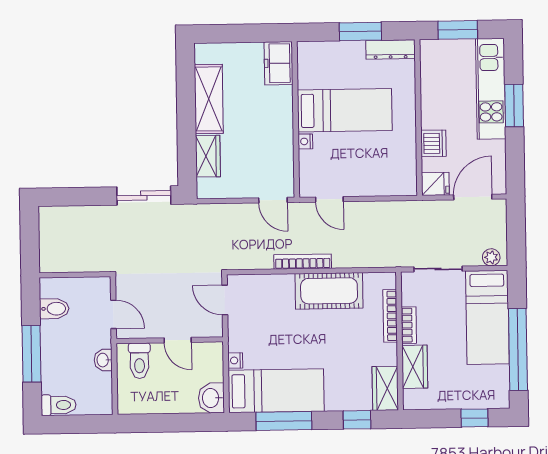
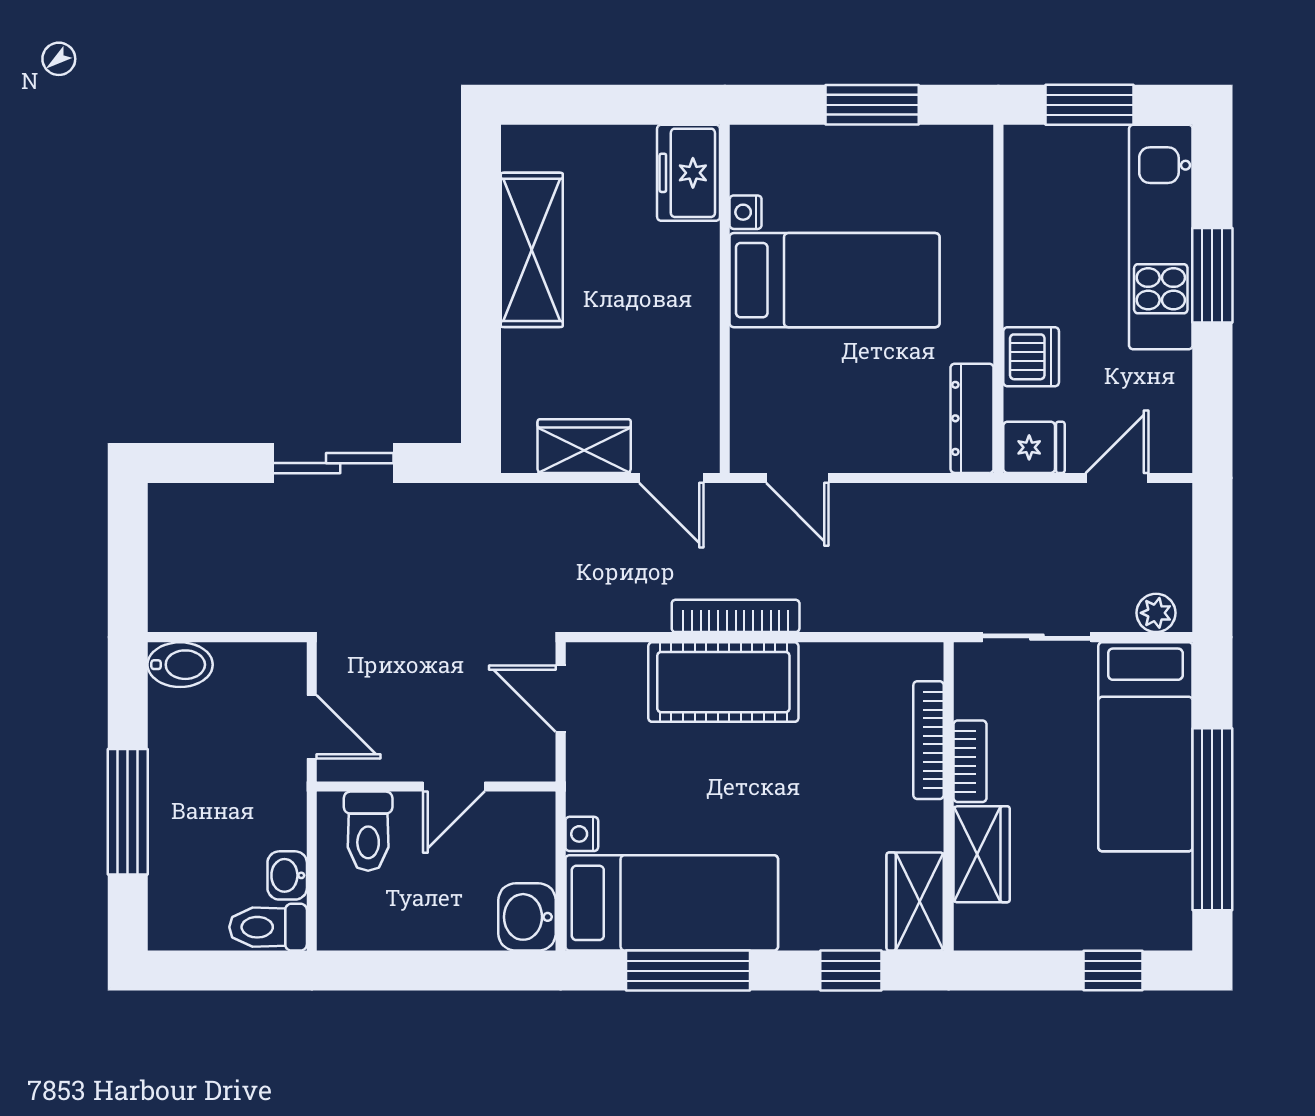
dresser: (391, 49) -> (972, 418), moved, turned 90
nightstand: (305, 141) -> (746, 212), moved
wardrobe: (208, 156) -> (584, 446), moved, turned -90
sliding door: (144, 196) -> (333, 463), moved
door: (473, 197) -> (1117, 478), width x0.73
cot: (329, 291) -> (723, 682), moved
bidet: (54, 309) -> (180, 665), moved
door: (178, 340) -> (454, 786), hinge flipped
washbasin: (103, 360) -> (287, 875), moved
toilet: (59, 405) -> (268, 927), moved, turned 180

